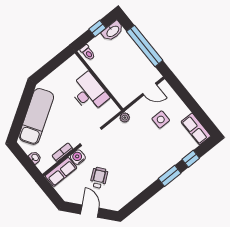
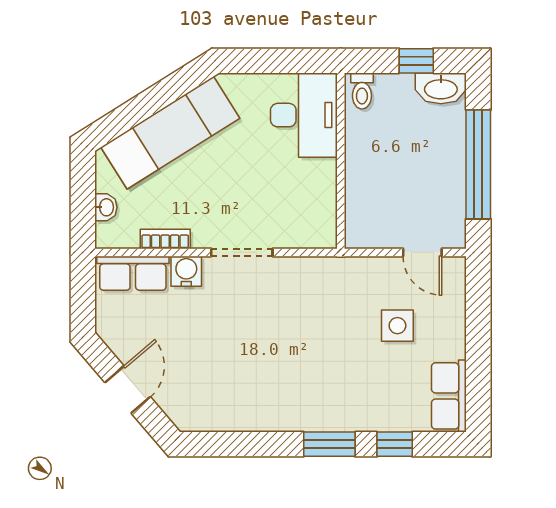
desk: (89, 93) -> (304, 115), moved
plant: (125, 118) -> (333, 268), removed
wheelchair: (99, 178) -> (195, 341), removed

